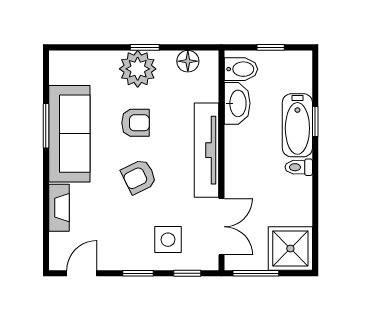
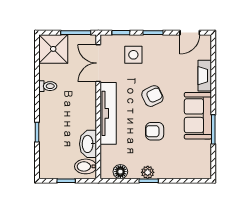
plant: (138, 69) -> (148, 172), width x0.53, depth x0.53
bathtub: (297, 125) -> (49, 130), removed
sofa: (69, 134) -> (198, 116), width x0.73
toilet: (299, 167) -> (48, 86), moved

